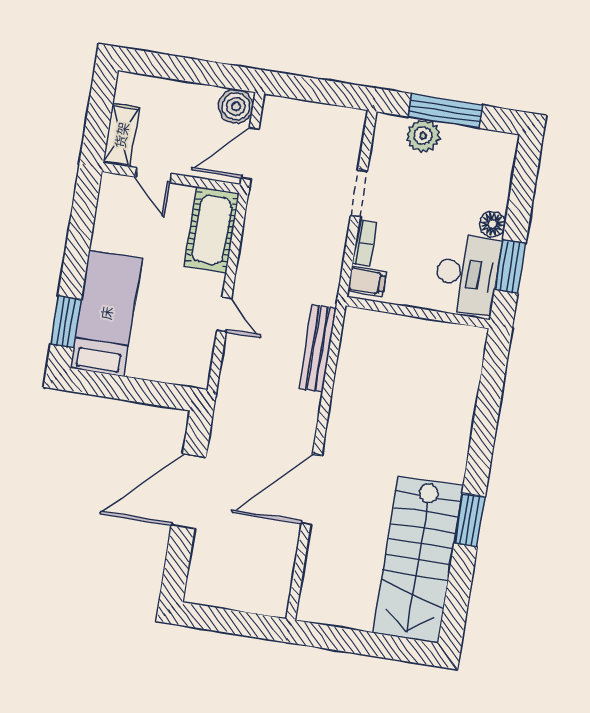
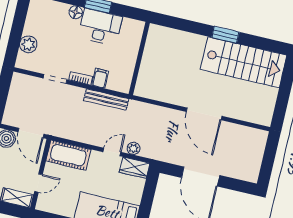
window: (445, 111) -> (16, 32), removed
wall: (418, 313) -> (139, 58), moved
bench: (318, 349) -> (106, 99), moved
plant: (234, 356) -> (134, 148), added
wardrobe: (197, 361) -> (135, 168), added

